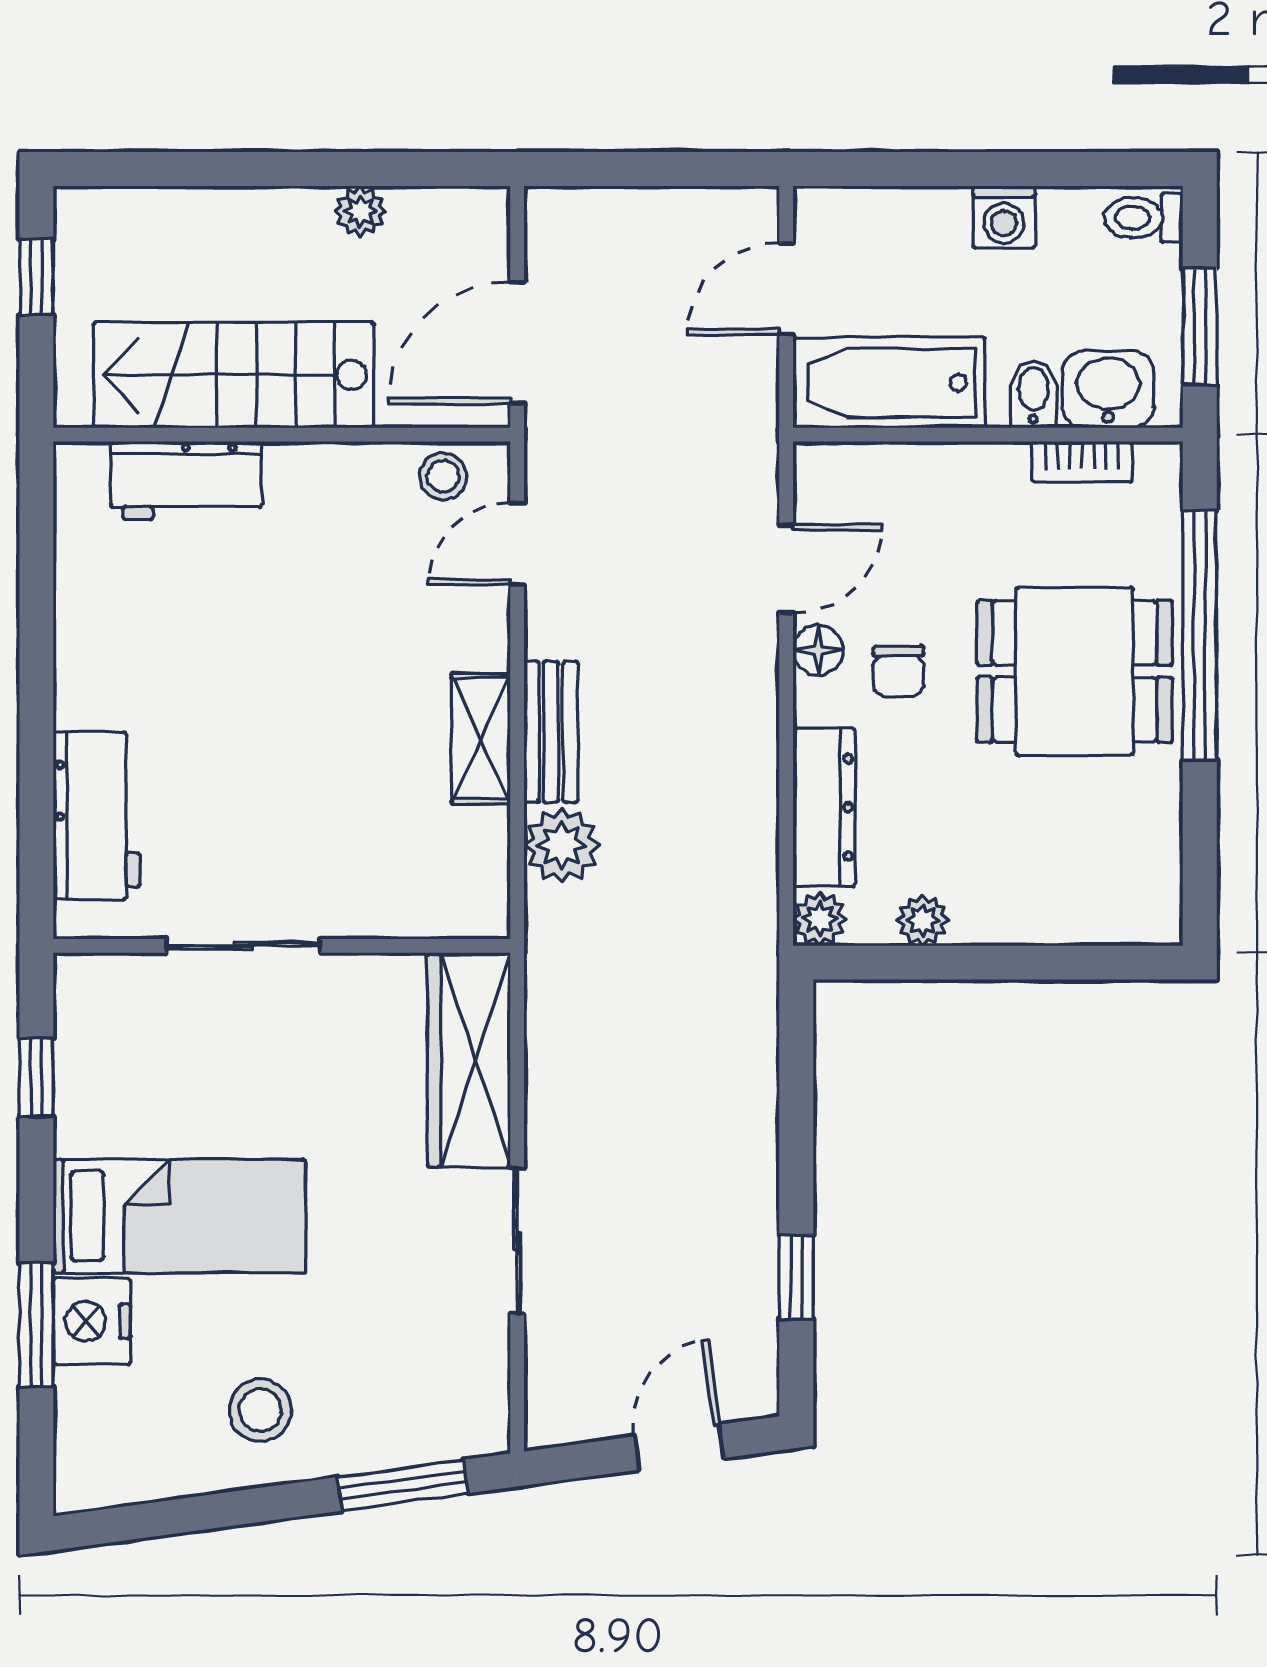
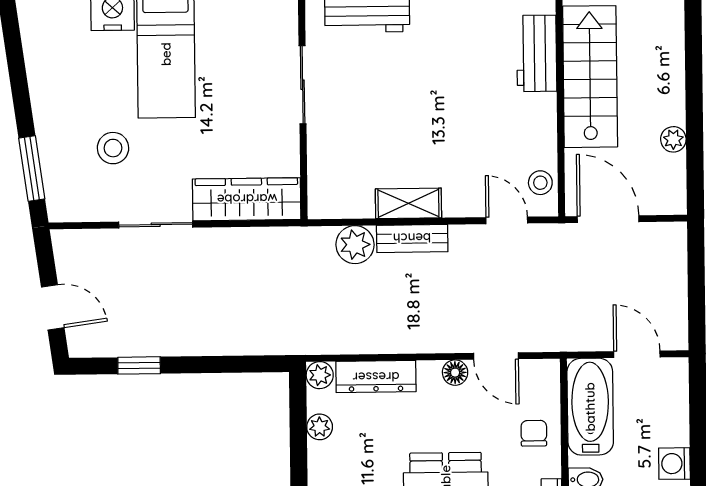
chair: (899, 671) -> (534, 433), moved, turned 90
stool: (260, 1410) -> (113, 148), moved

